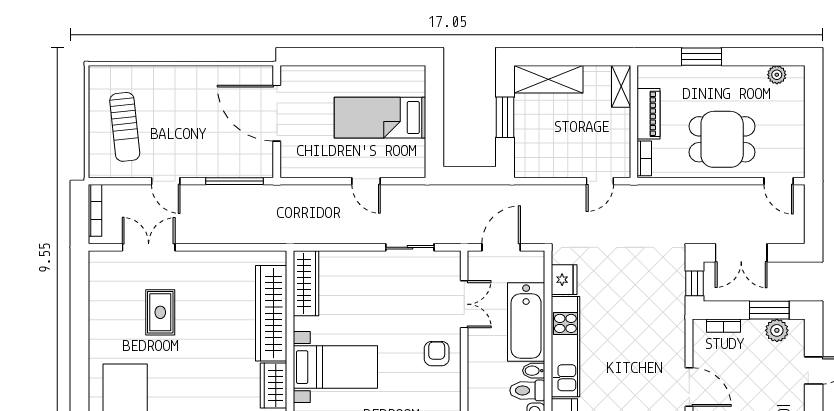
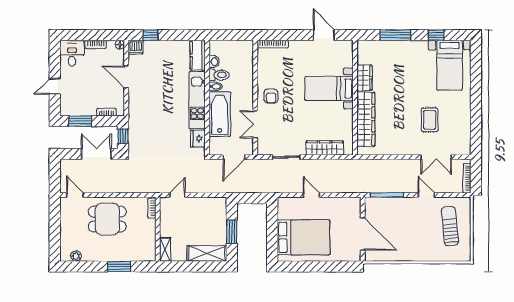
piano: (649, 114) -> (149, 234), removed
bed: (380, 118) -> (303, 237), width x1.50
wardrobe: (306, 283) -> (325, 148), moved, turned 90
plant: (777, 330) -> (76, 109), removed

